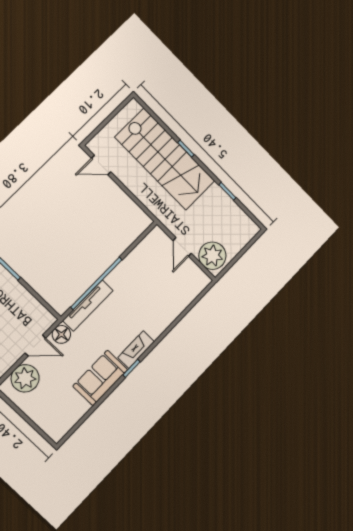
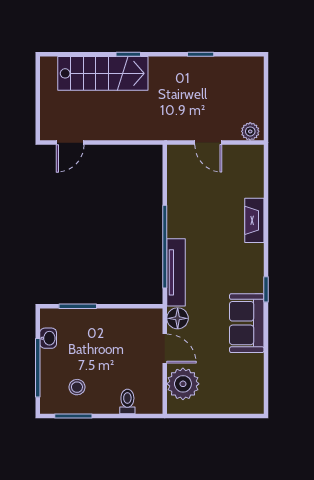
stairs: (165, 159) -> (103, 73), width x0.73, depth x0.66
plant: (212, 256) -> (250, 131), width x0.53, depth x0.53
door: (35, 346) -> (165, 349), hinge flipped
fireplace: (136, 350) -> (254, 220), moved

